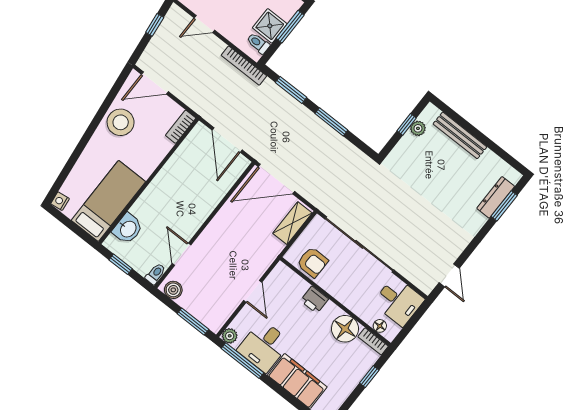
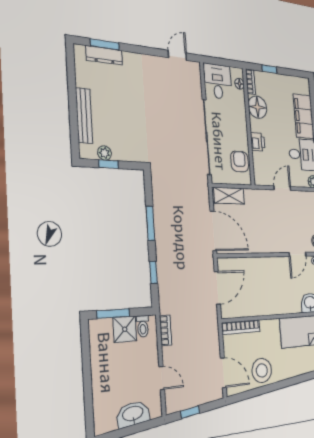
bookcase: (244, 66) -> (166, 330), width x0.64
window: (291, 90) -> (153, 272), width x0.67
bookcase: (181, 127) -> (241, 327), width x1.56

